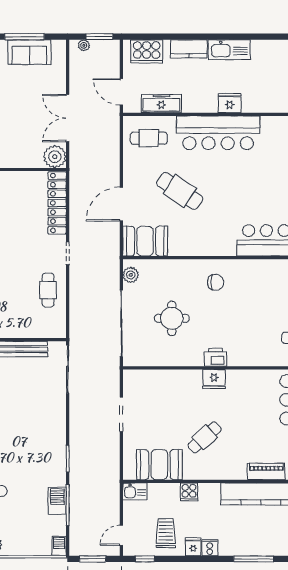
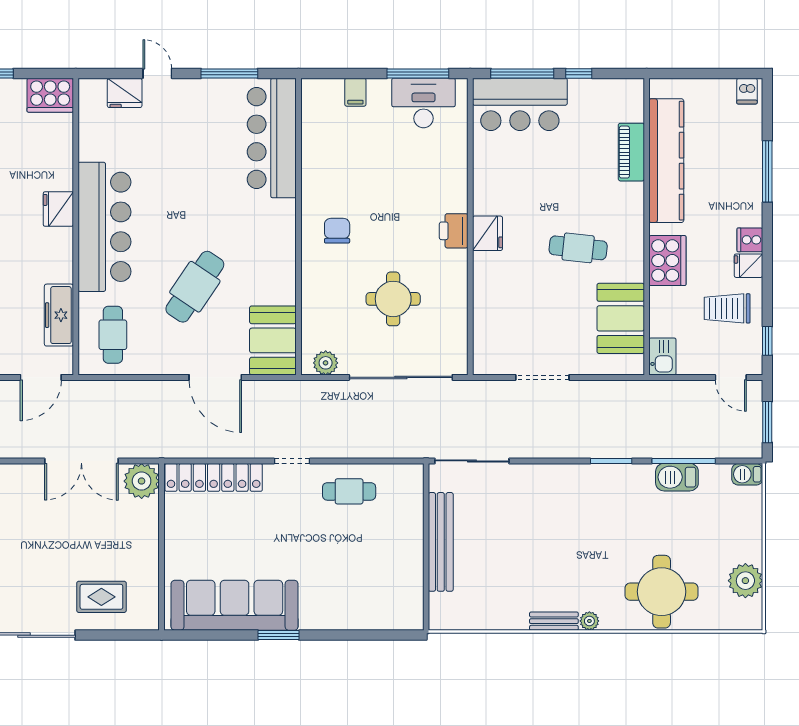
cafe table: (205, 437) -> (578, 248), turned -42
cooker: (189, 492) -> (667, 261), width x1.87, depth x1.31

